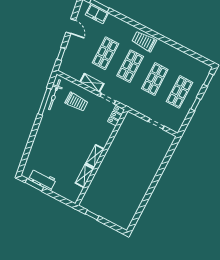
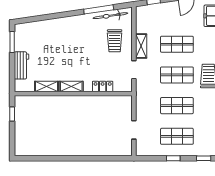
locker: (116, 116) -> (103, 86), moved
workbench: (42, 179) -> (22, 65), moved

